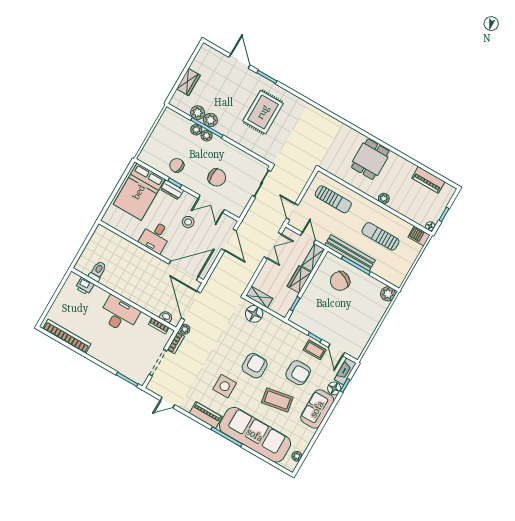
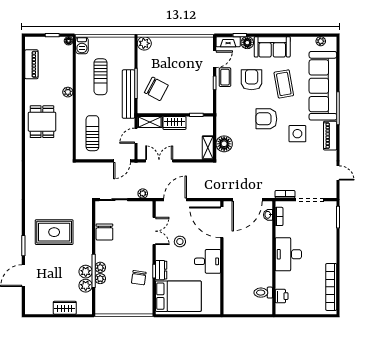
dining table: (370, 159) -> (42, 122), turned 90
chair: (217, 177) -> (104, 232), moved, turned 180
plant: (185, 329) -> (143, 193), moved

